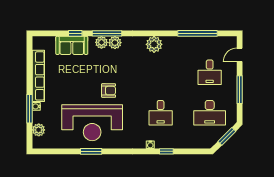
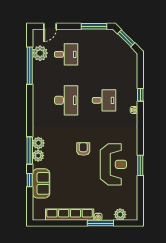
plant: (154, 44) -> (40, 53), moved
door: (240, 55) -> (50, 26), hinge flipped
window: (240, 90) -> (94, 26), moved
desk: (210, 113) -> (66, 100), moved
reception desk: (92, 123) -> (113, 164), width x0.74, depth x0.77

